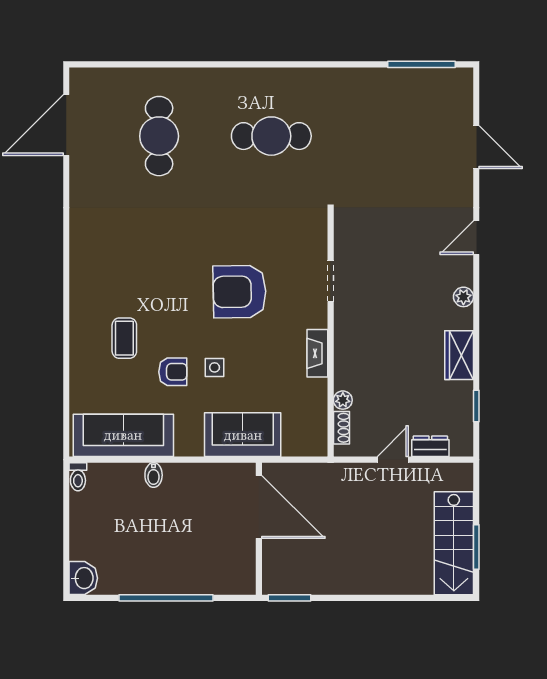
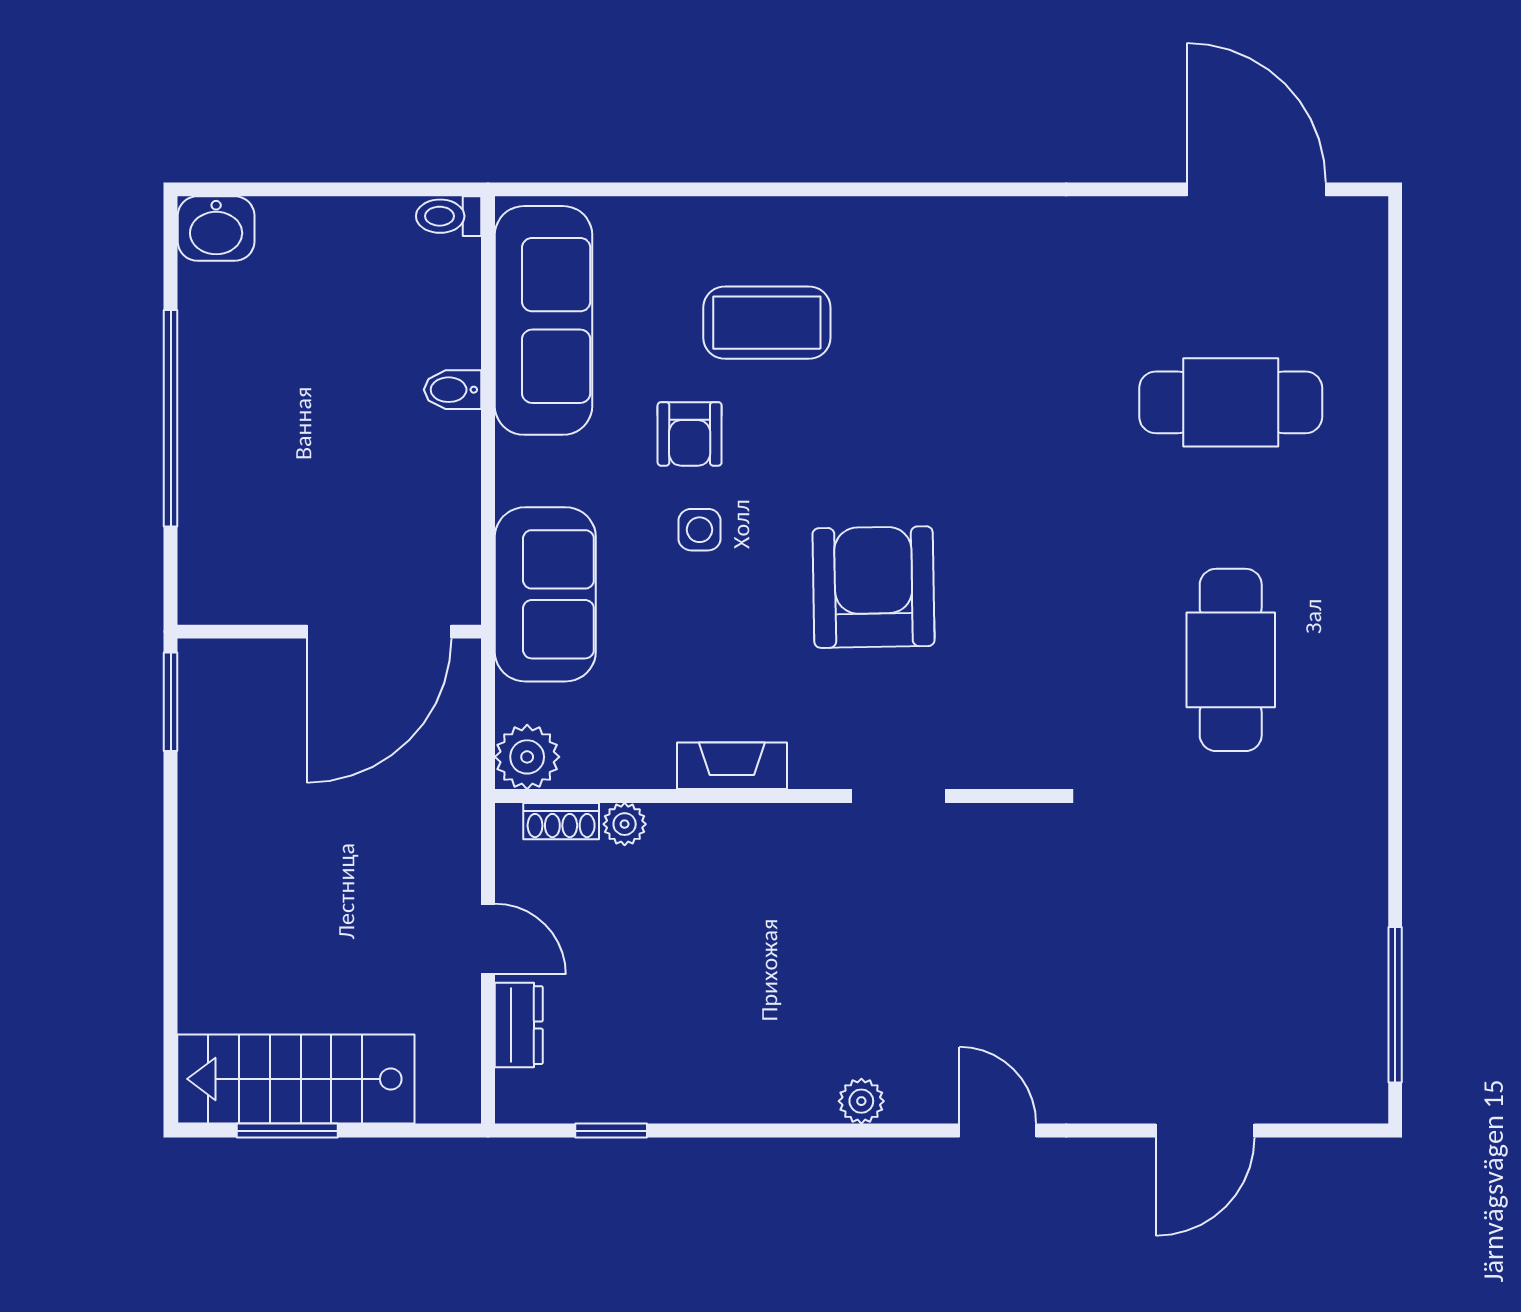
coffee table: (124, 338) -> (767, 323), width x1.36, depth x1.30
wardrobe: (459, 355) -> (728, 1091), removed
plant: (314, 443) -> (527, 757), added

